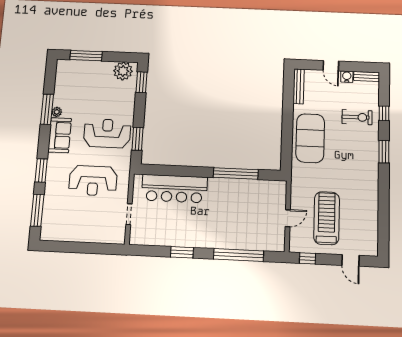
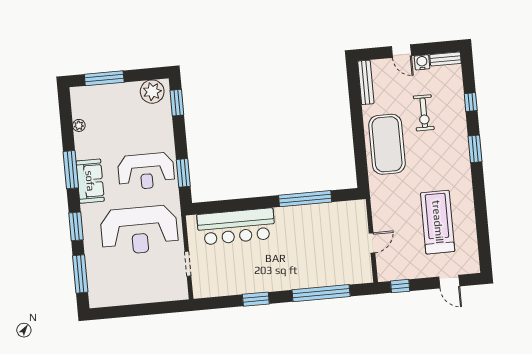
window: (47, 109) -> (71, 170), moved
plant: (57, 112) -> (79, 125), moved
exercise bike: (357, 117) -> (424, 113), moved, turned 90
reception desk: (107, 133) -> (146, 171), turned 180
reception desk: (93, 181) -> (139, 230), width x1.36, depth x1.30
treadmill: (327, 218) -> (438, 222), moved

